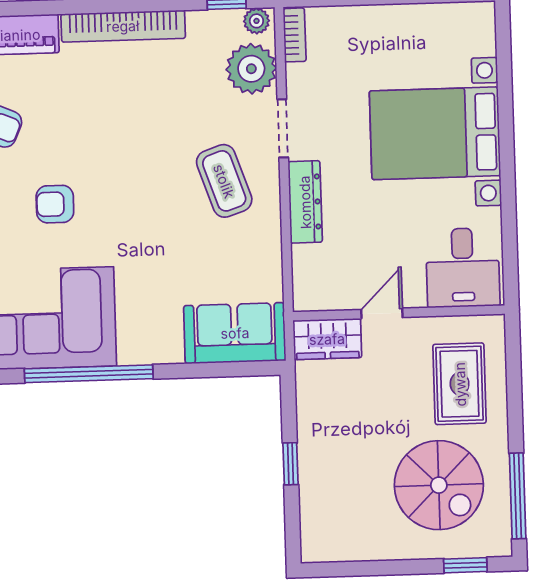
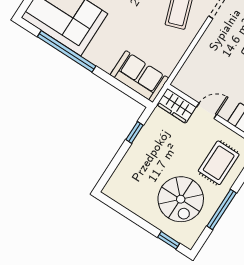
dresser: (305, 202) -> (207, 42), removed
window: (290, 464) -> (135, 132), moved
window: (518, 496) -> (222, 209), moved

